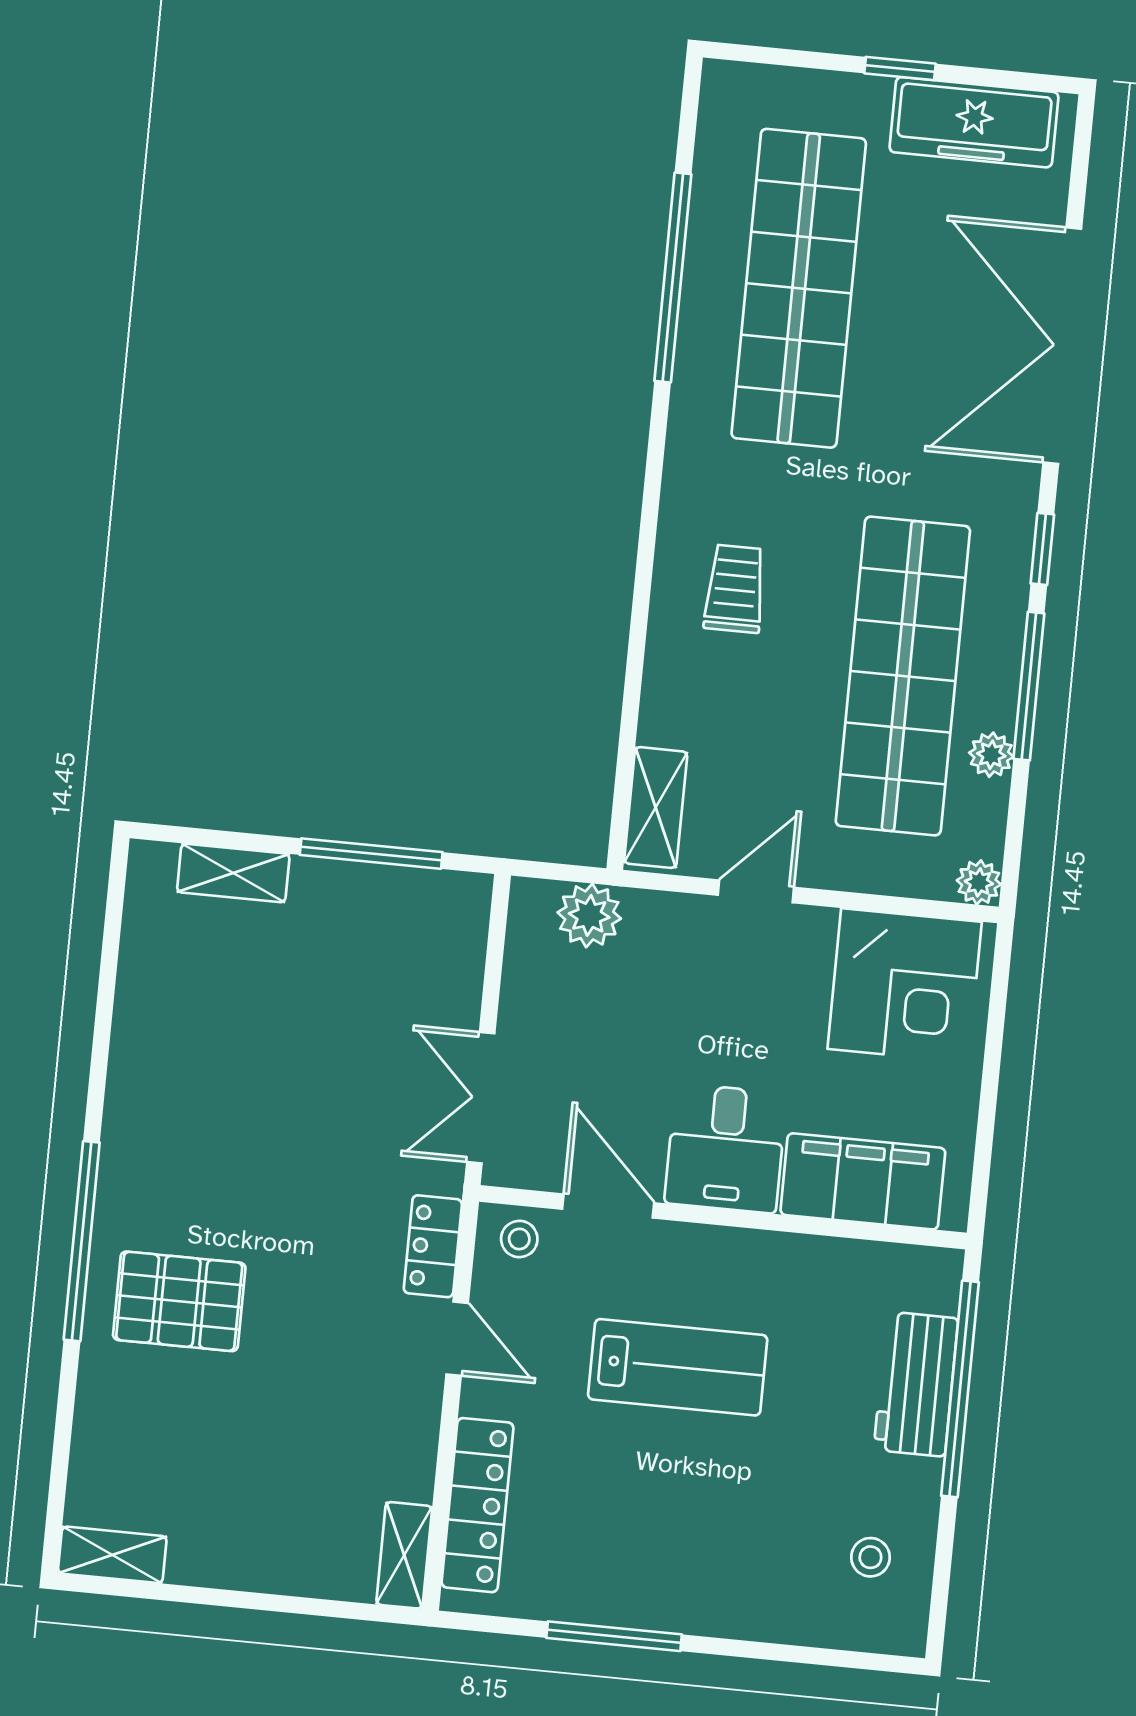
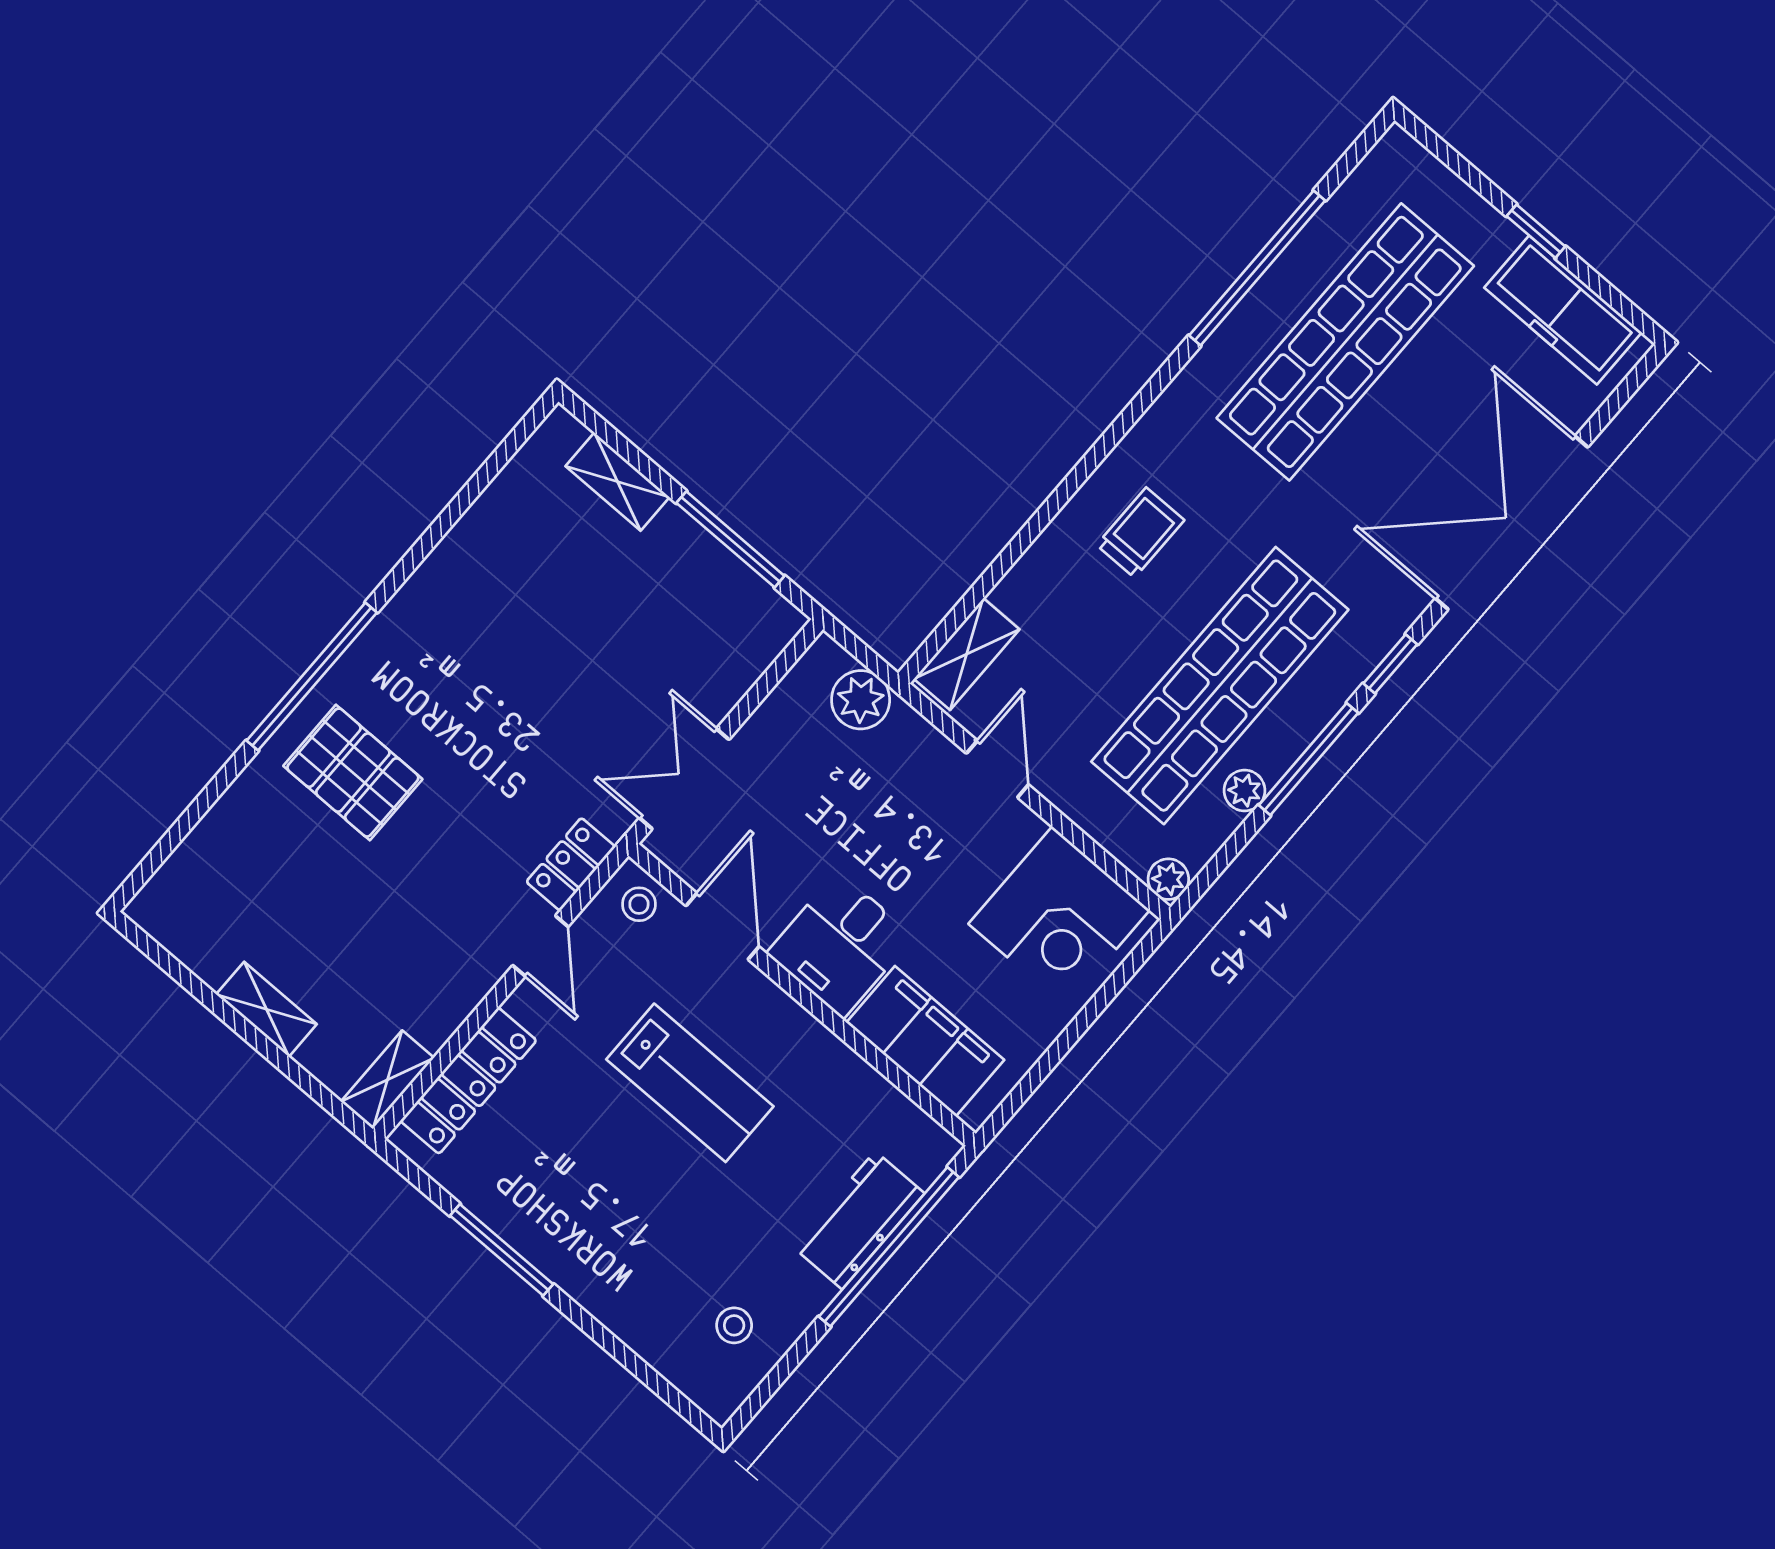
door: (756, 891) -> (997, 769), hinge flipped
shelving: (112, 1555) -> (266, 1009), moved

